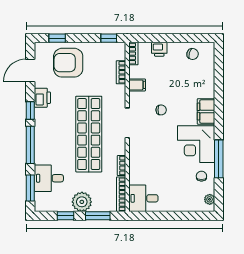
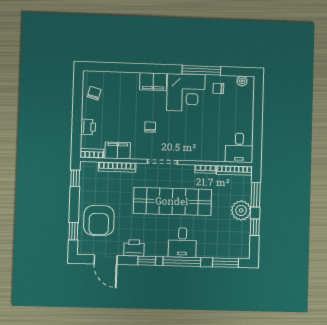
bookcase: (121, 72) -> (117, 167), width x1.56
filing cabinet: (137, 85) -> (118, 151), width x2.00
desk: (49, 178) -> (182, 243), moved

